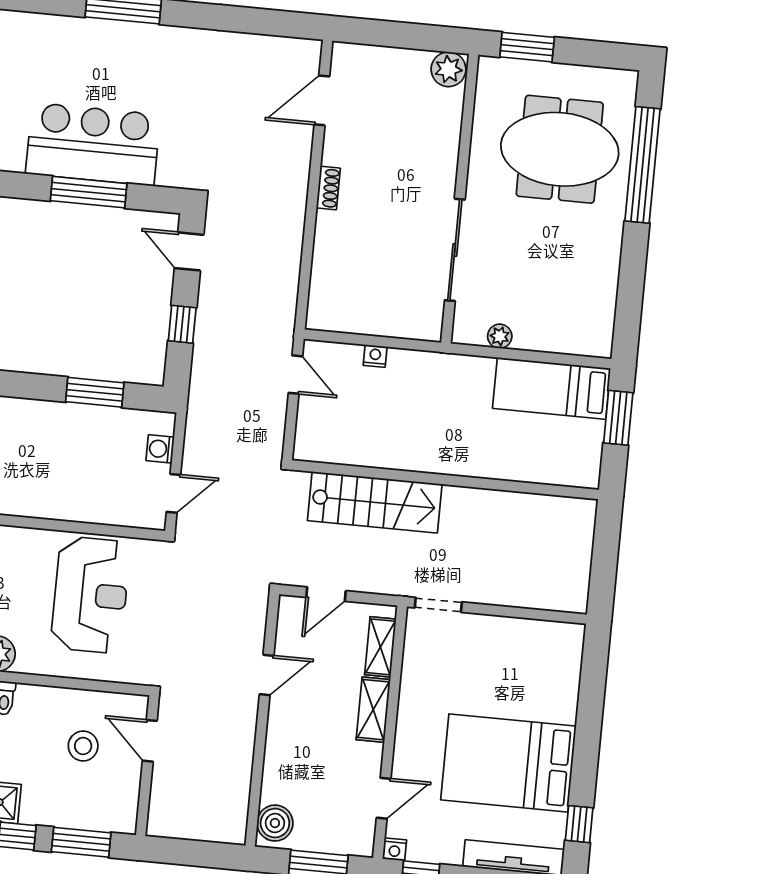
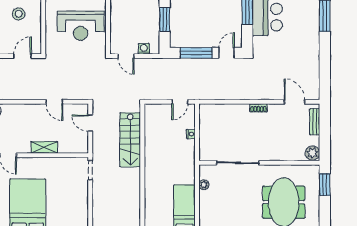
bench: (374, 57) -> (315, 122), added
window: (182, 324) -> (196, 53), width x2.17
shelving: (380, 647) -> (71, 148), removed
stool: (83, 746) -> (19, 14), moved

